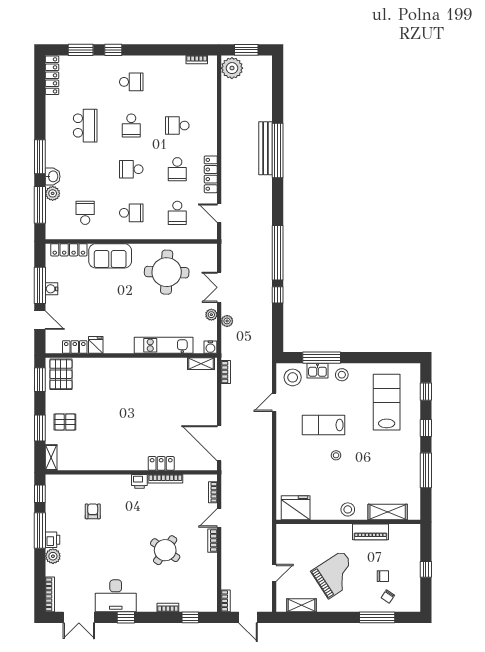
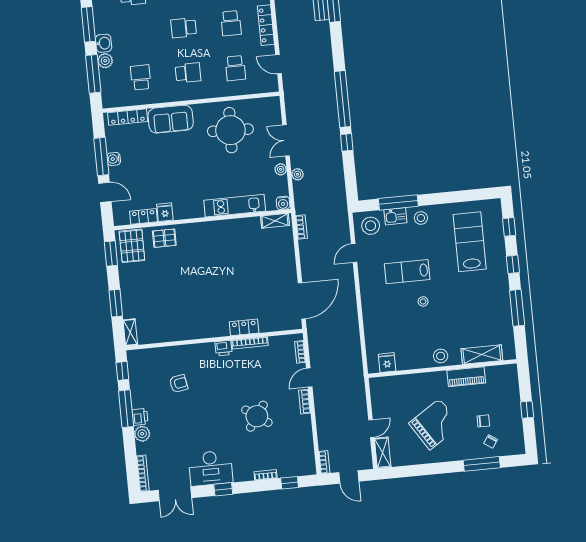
pallet: (65, 422) -> (164, 238), moved
door: (219, 443) -> (302, 301), swing flipped
fridge: (296, 508) -> (387, 363), width x0.53, depth x0.75
armchair: (93, 511) -> (179, 384), turned 80
shelving: (301, 605) -> (383, 453), moved, turned 90

